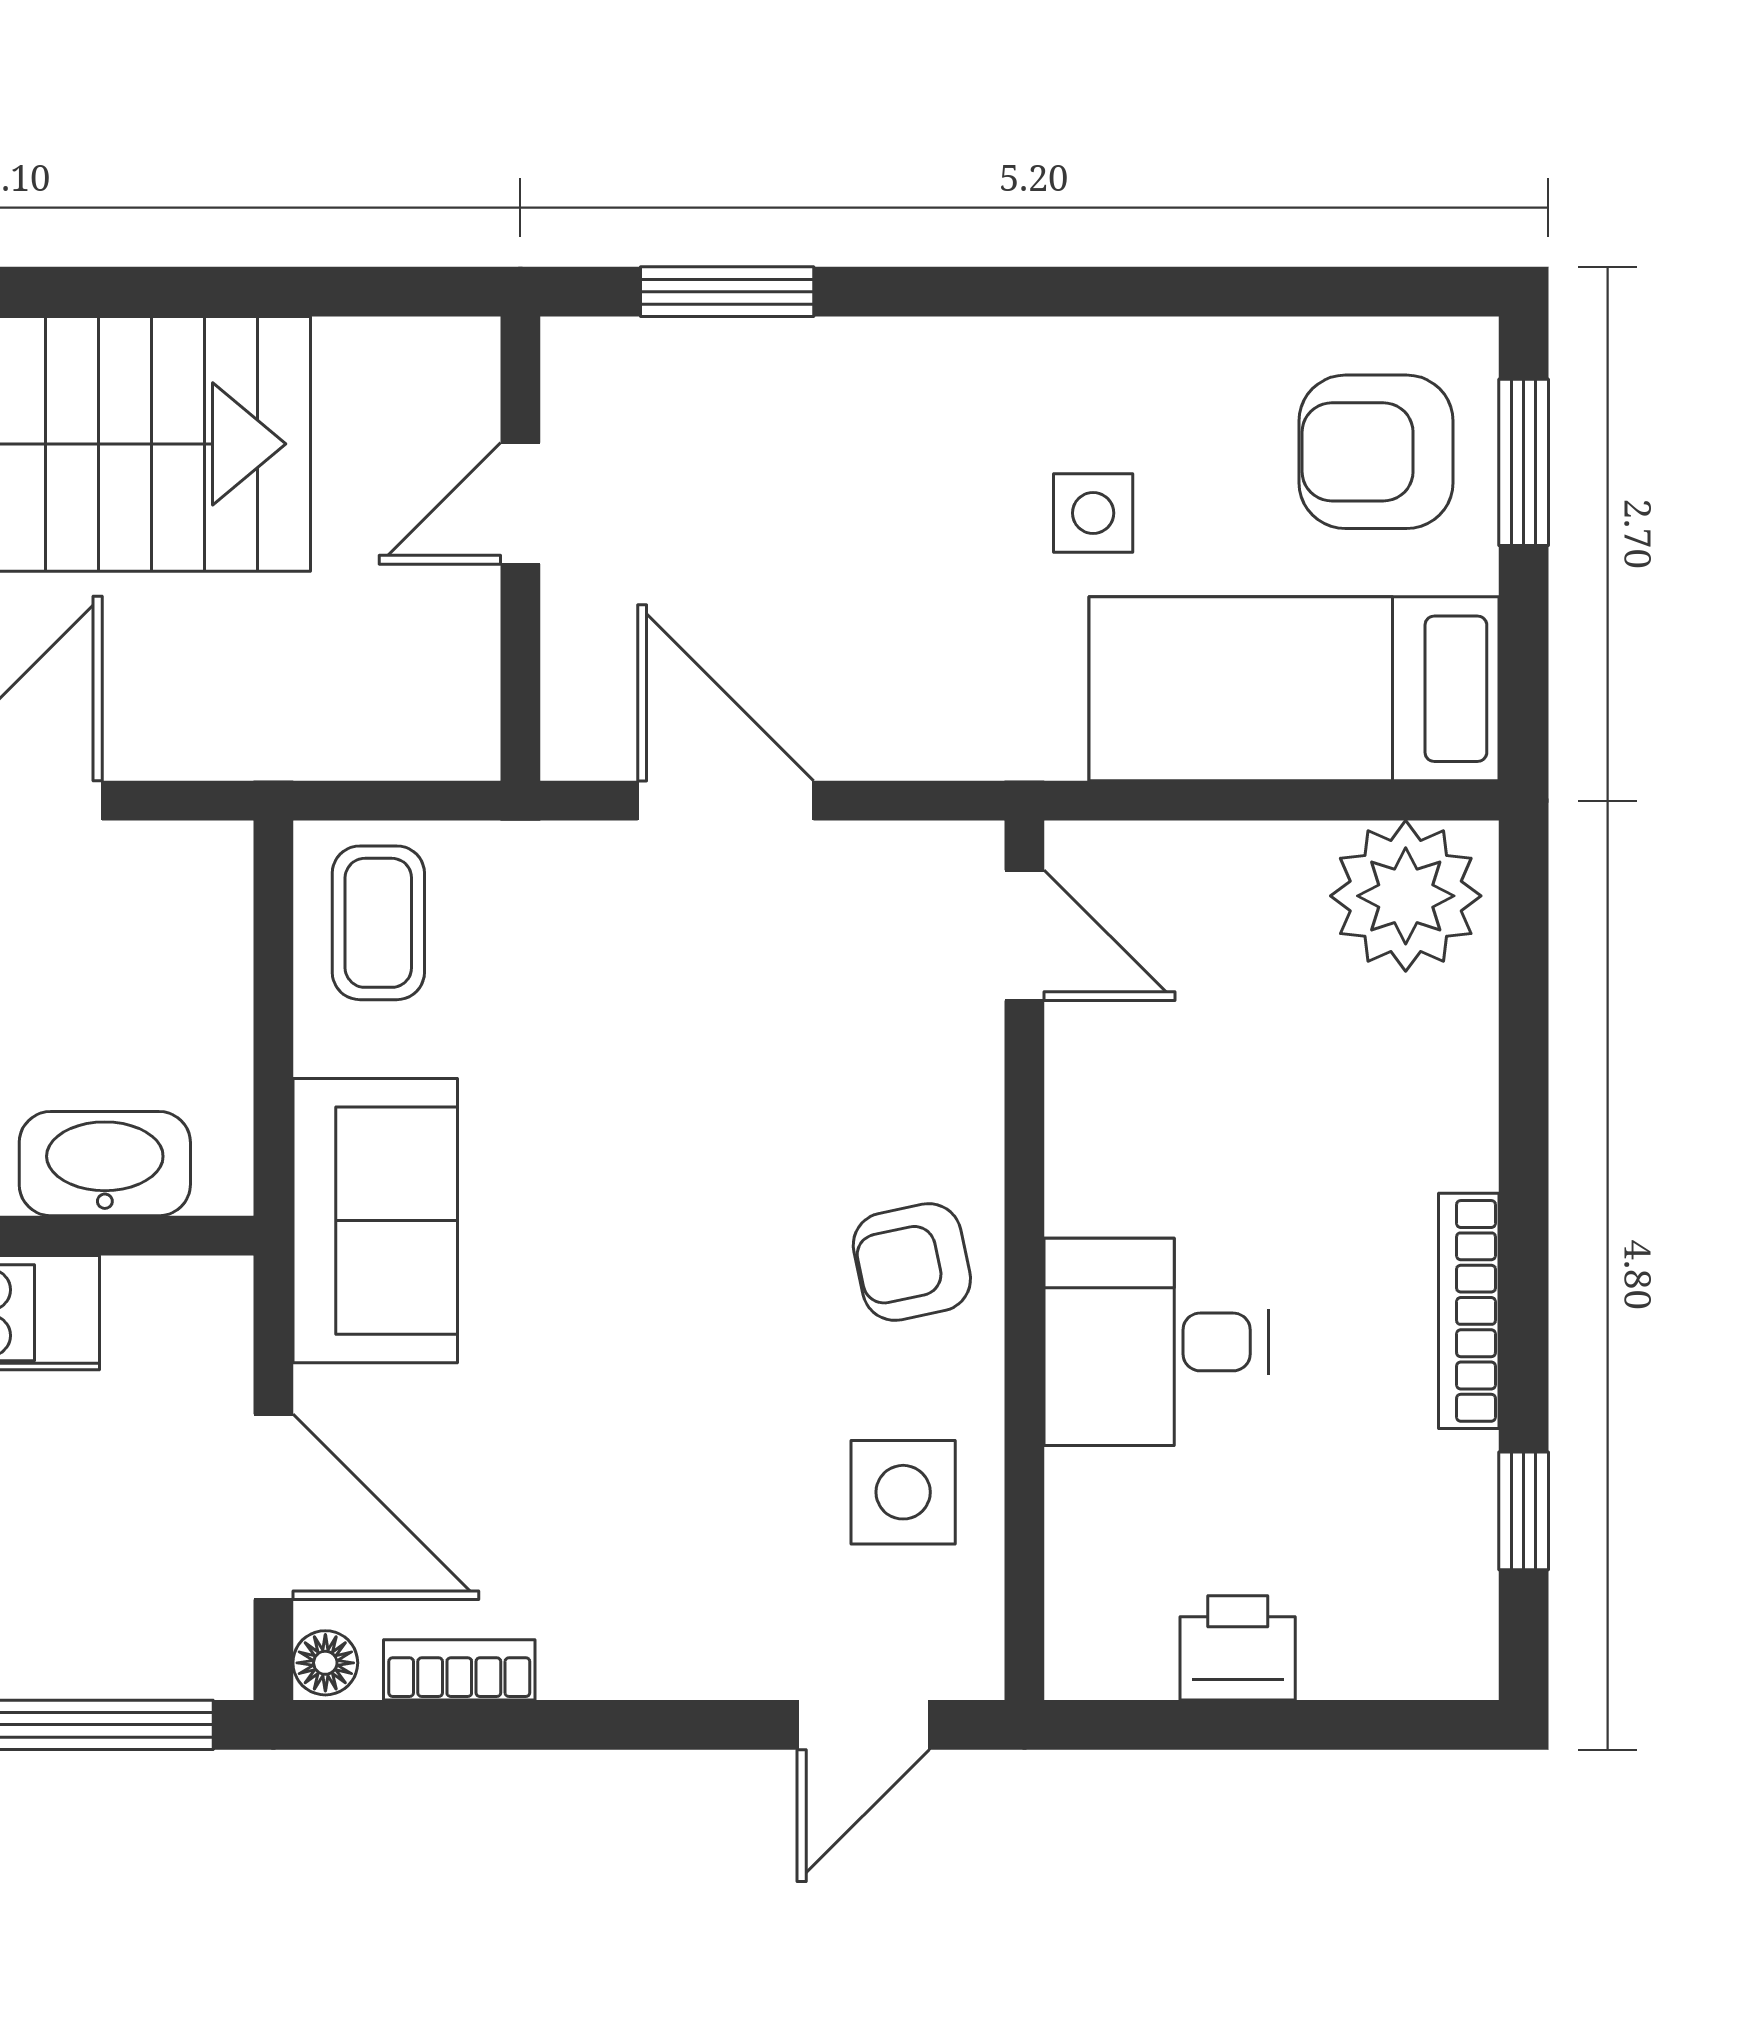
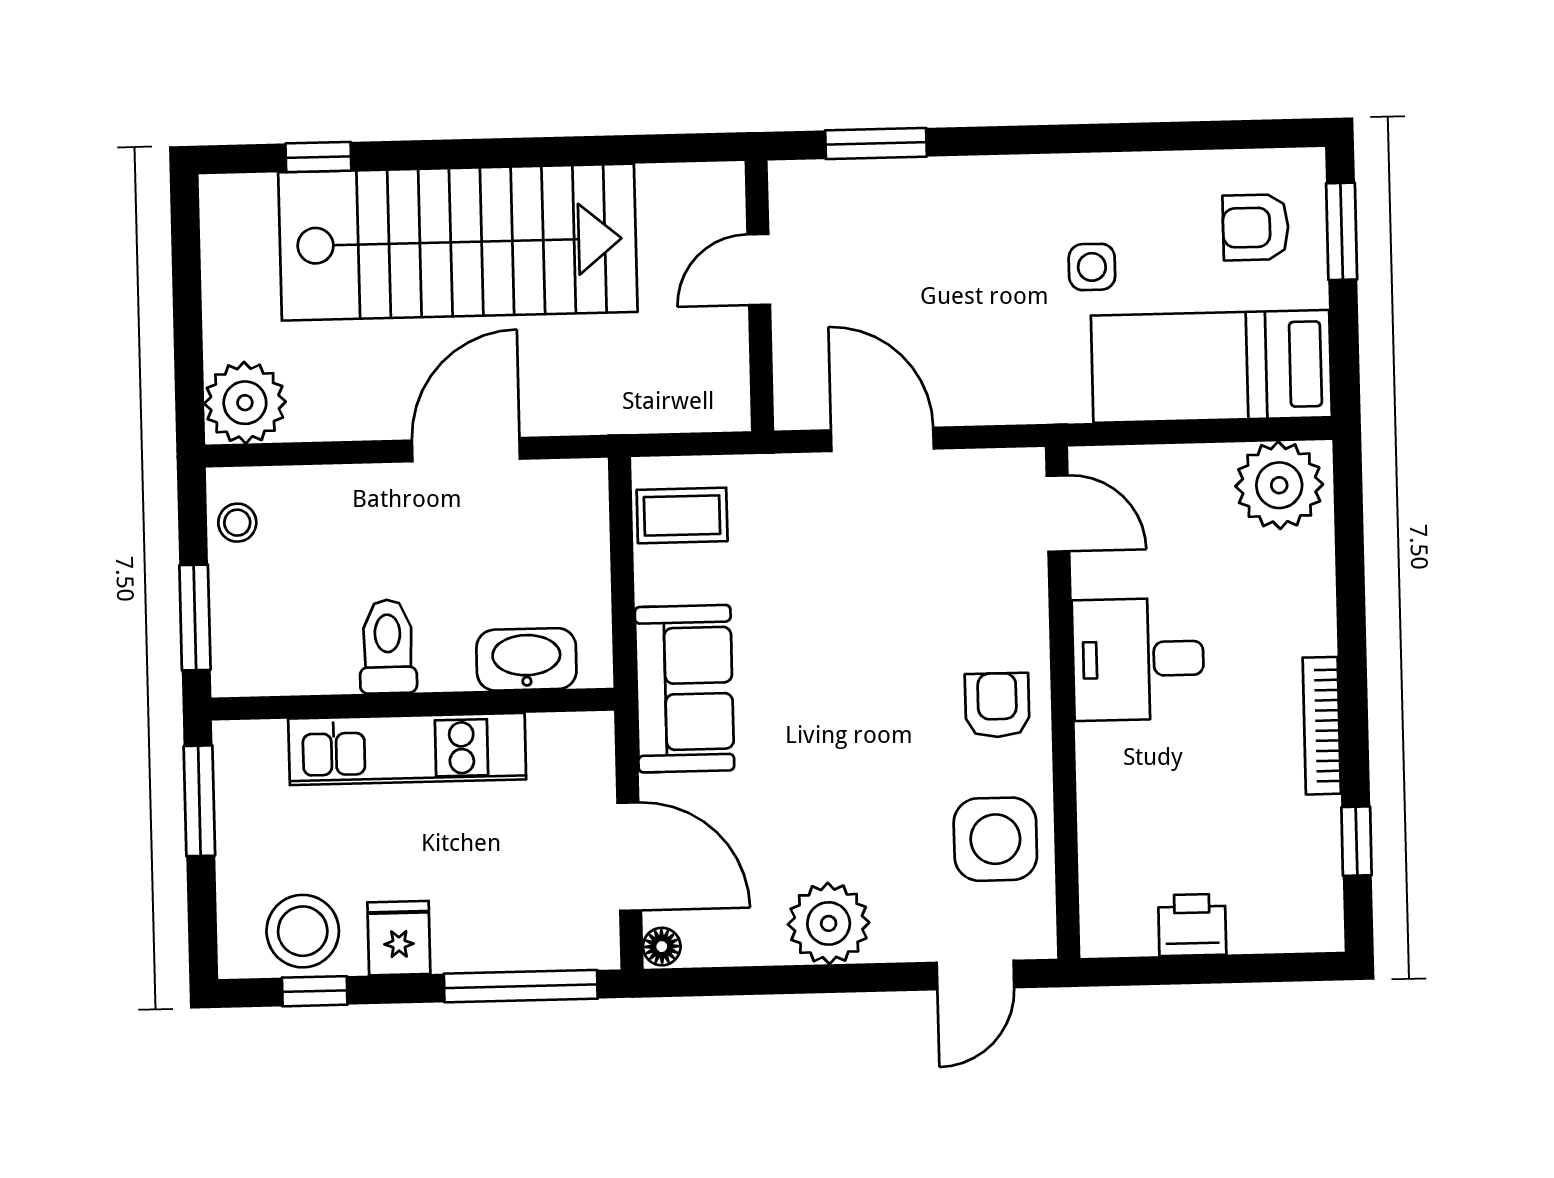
armchair: (1376, 452) -> (1256, 227), width x0.72, depth x0.72
coffee table: (378, 923) -> (682, 515), turned 90
armchair: (912, 1262) -> (997, 705), turned 102
desk: (1156, 1342) -> (1138, 659), moved
side table: (903, 1492) -> (995, 839), width x1.37, depth x1.37
plant: (613, 1630) -> (829, 923), added
bookcase: (459, 1670) -> (740, 949), removed

